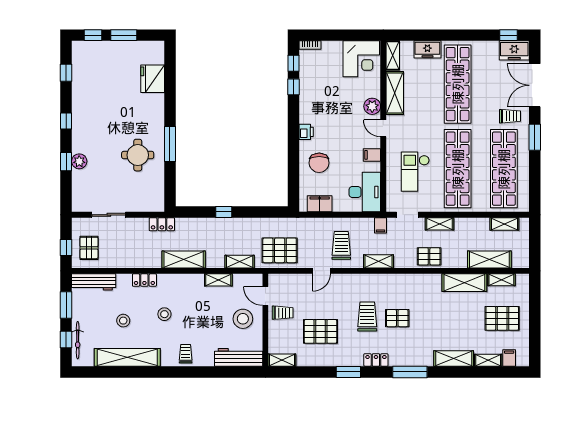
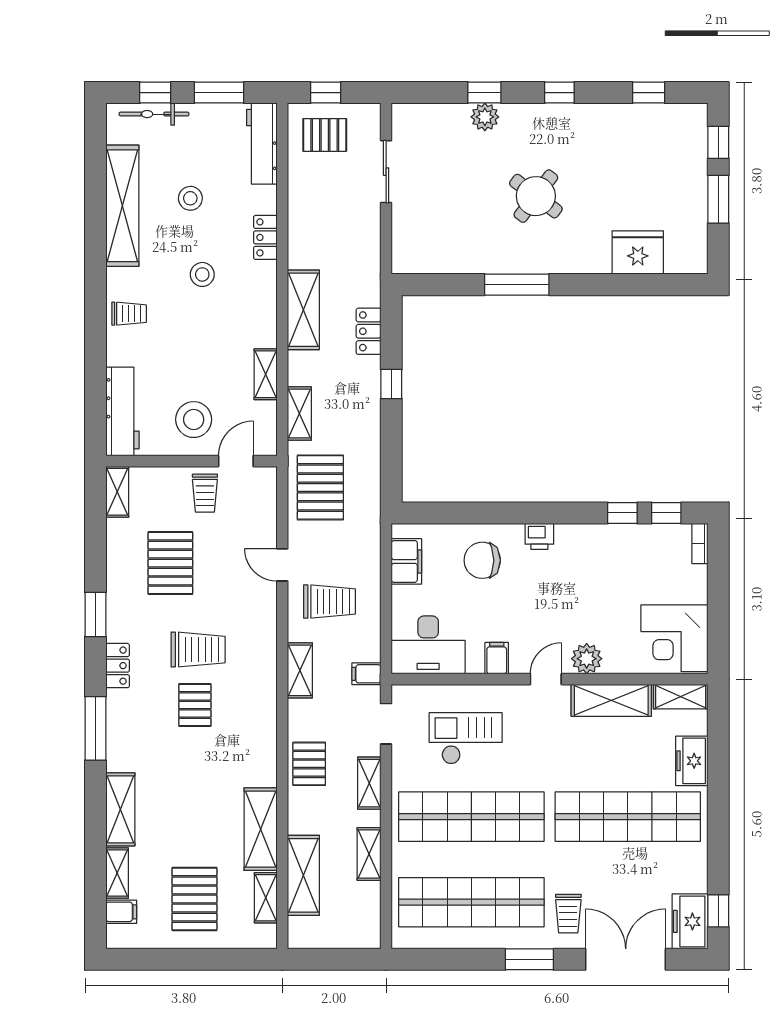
round table: (138, 155) -> (536, 196), moved, turned 37
locker: (162, 224) -> (369, 331), moved
shelving: (504, 224) -> (369, 854), moved

